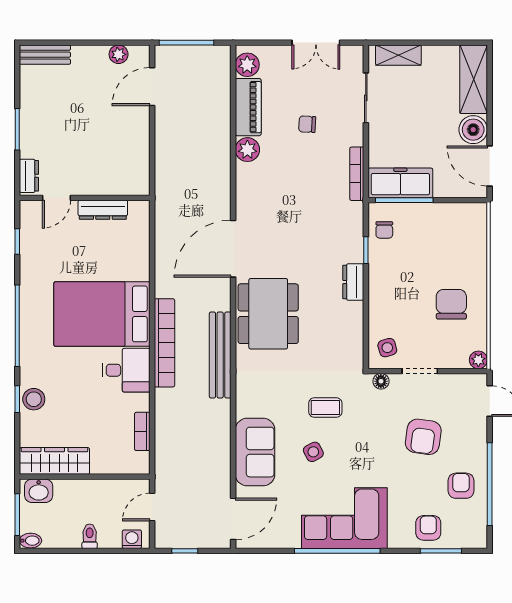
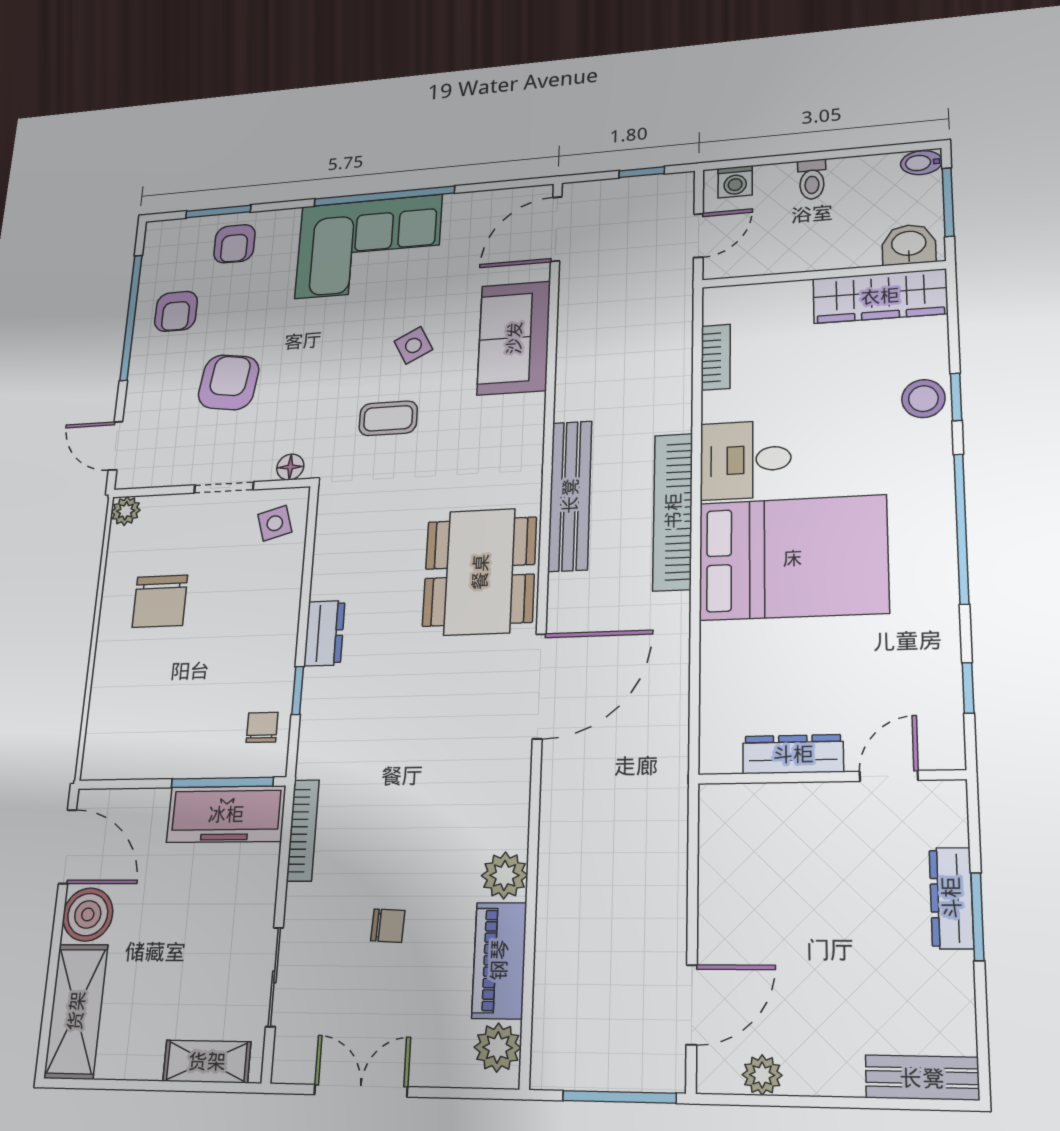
dresser: (29, 176) -> (951, 898), moved, width x1.44

